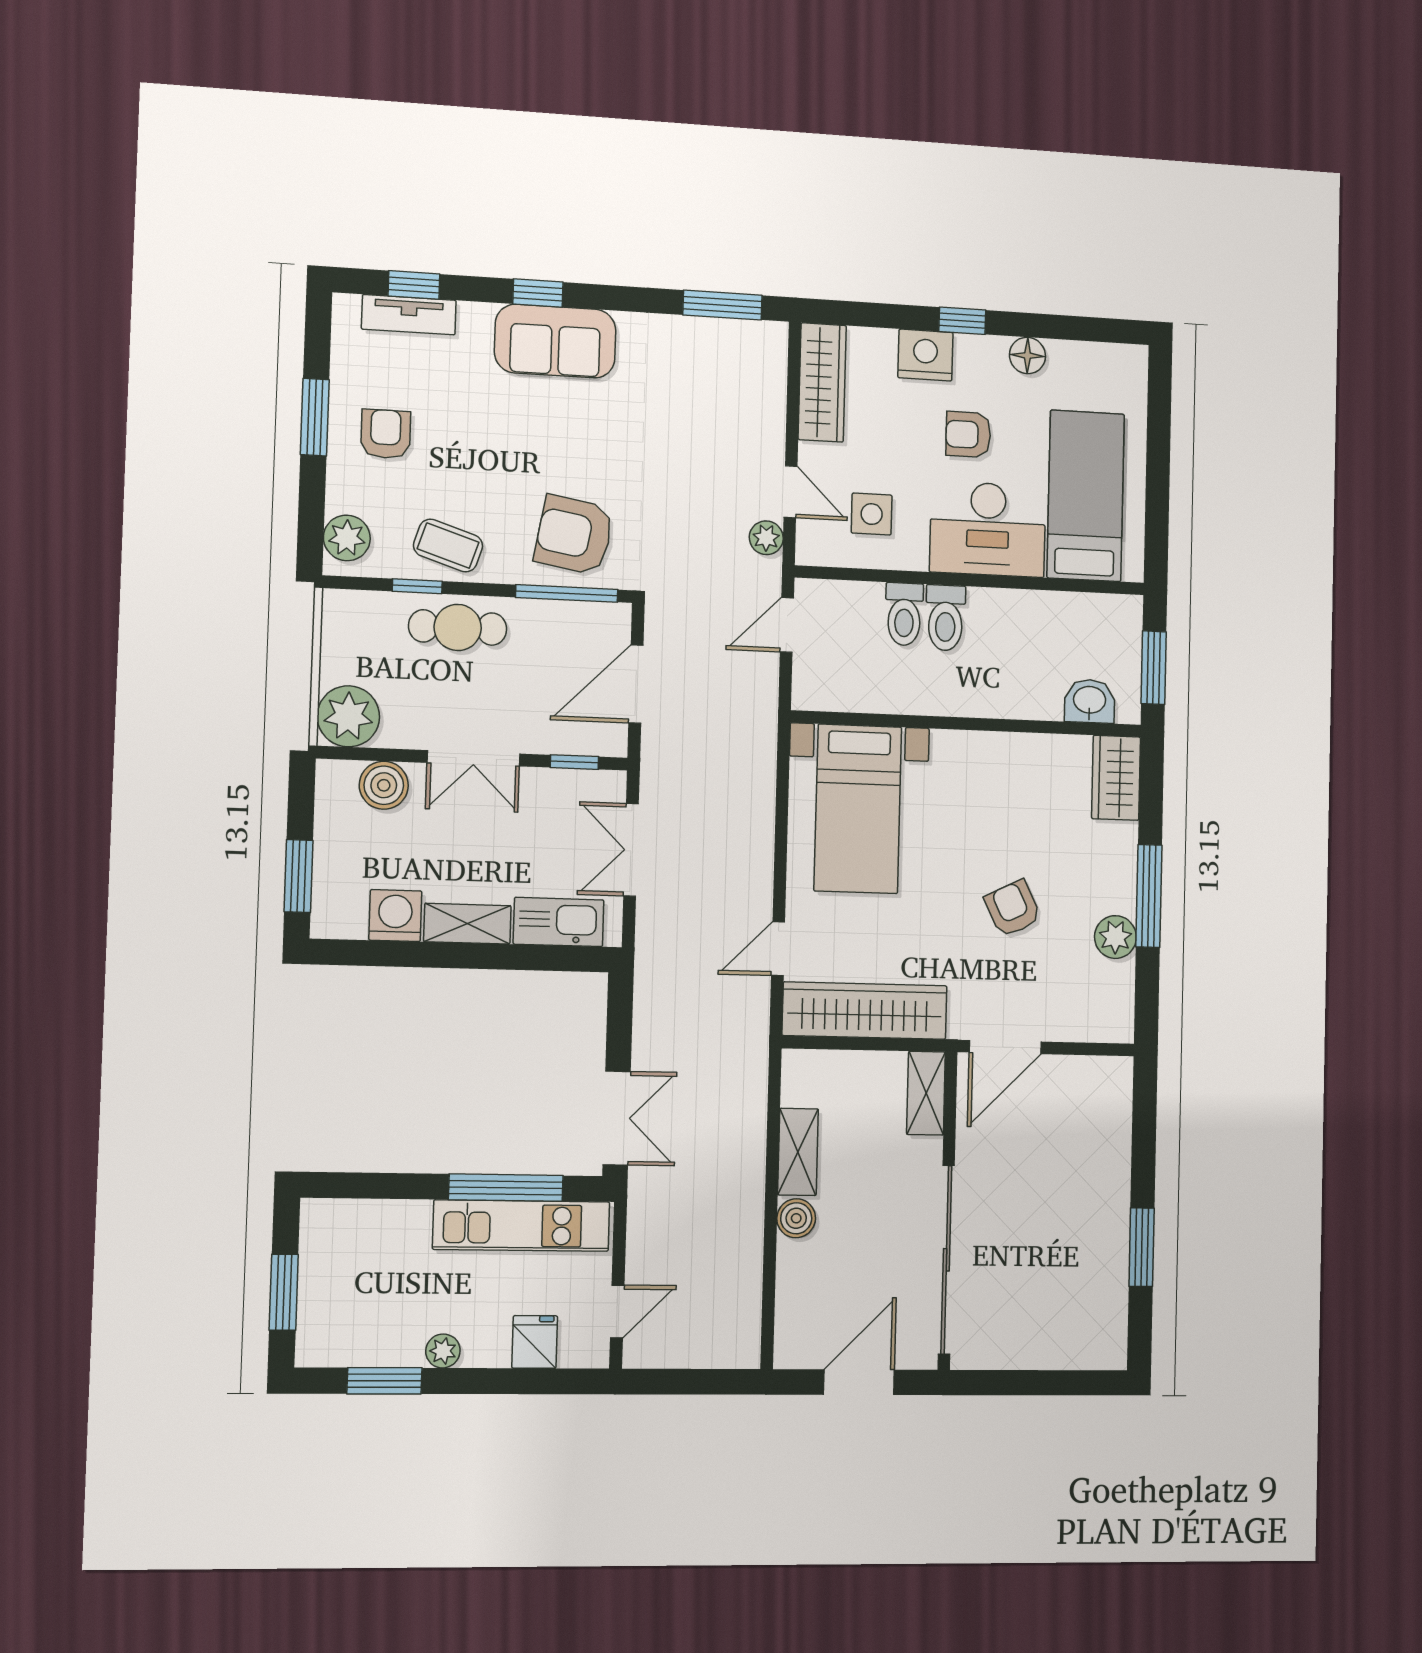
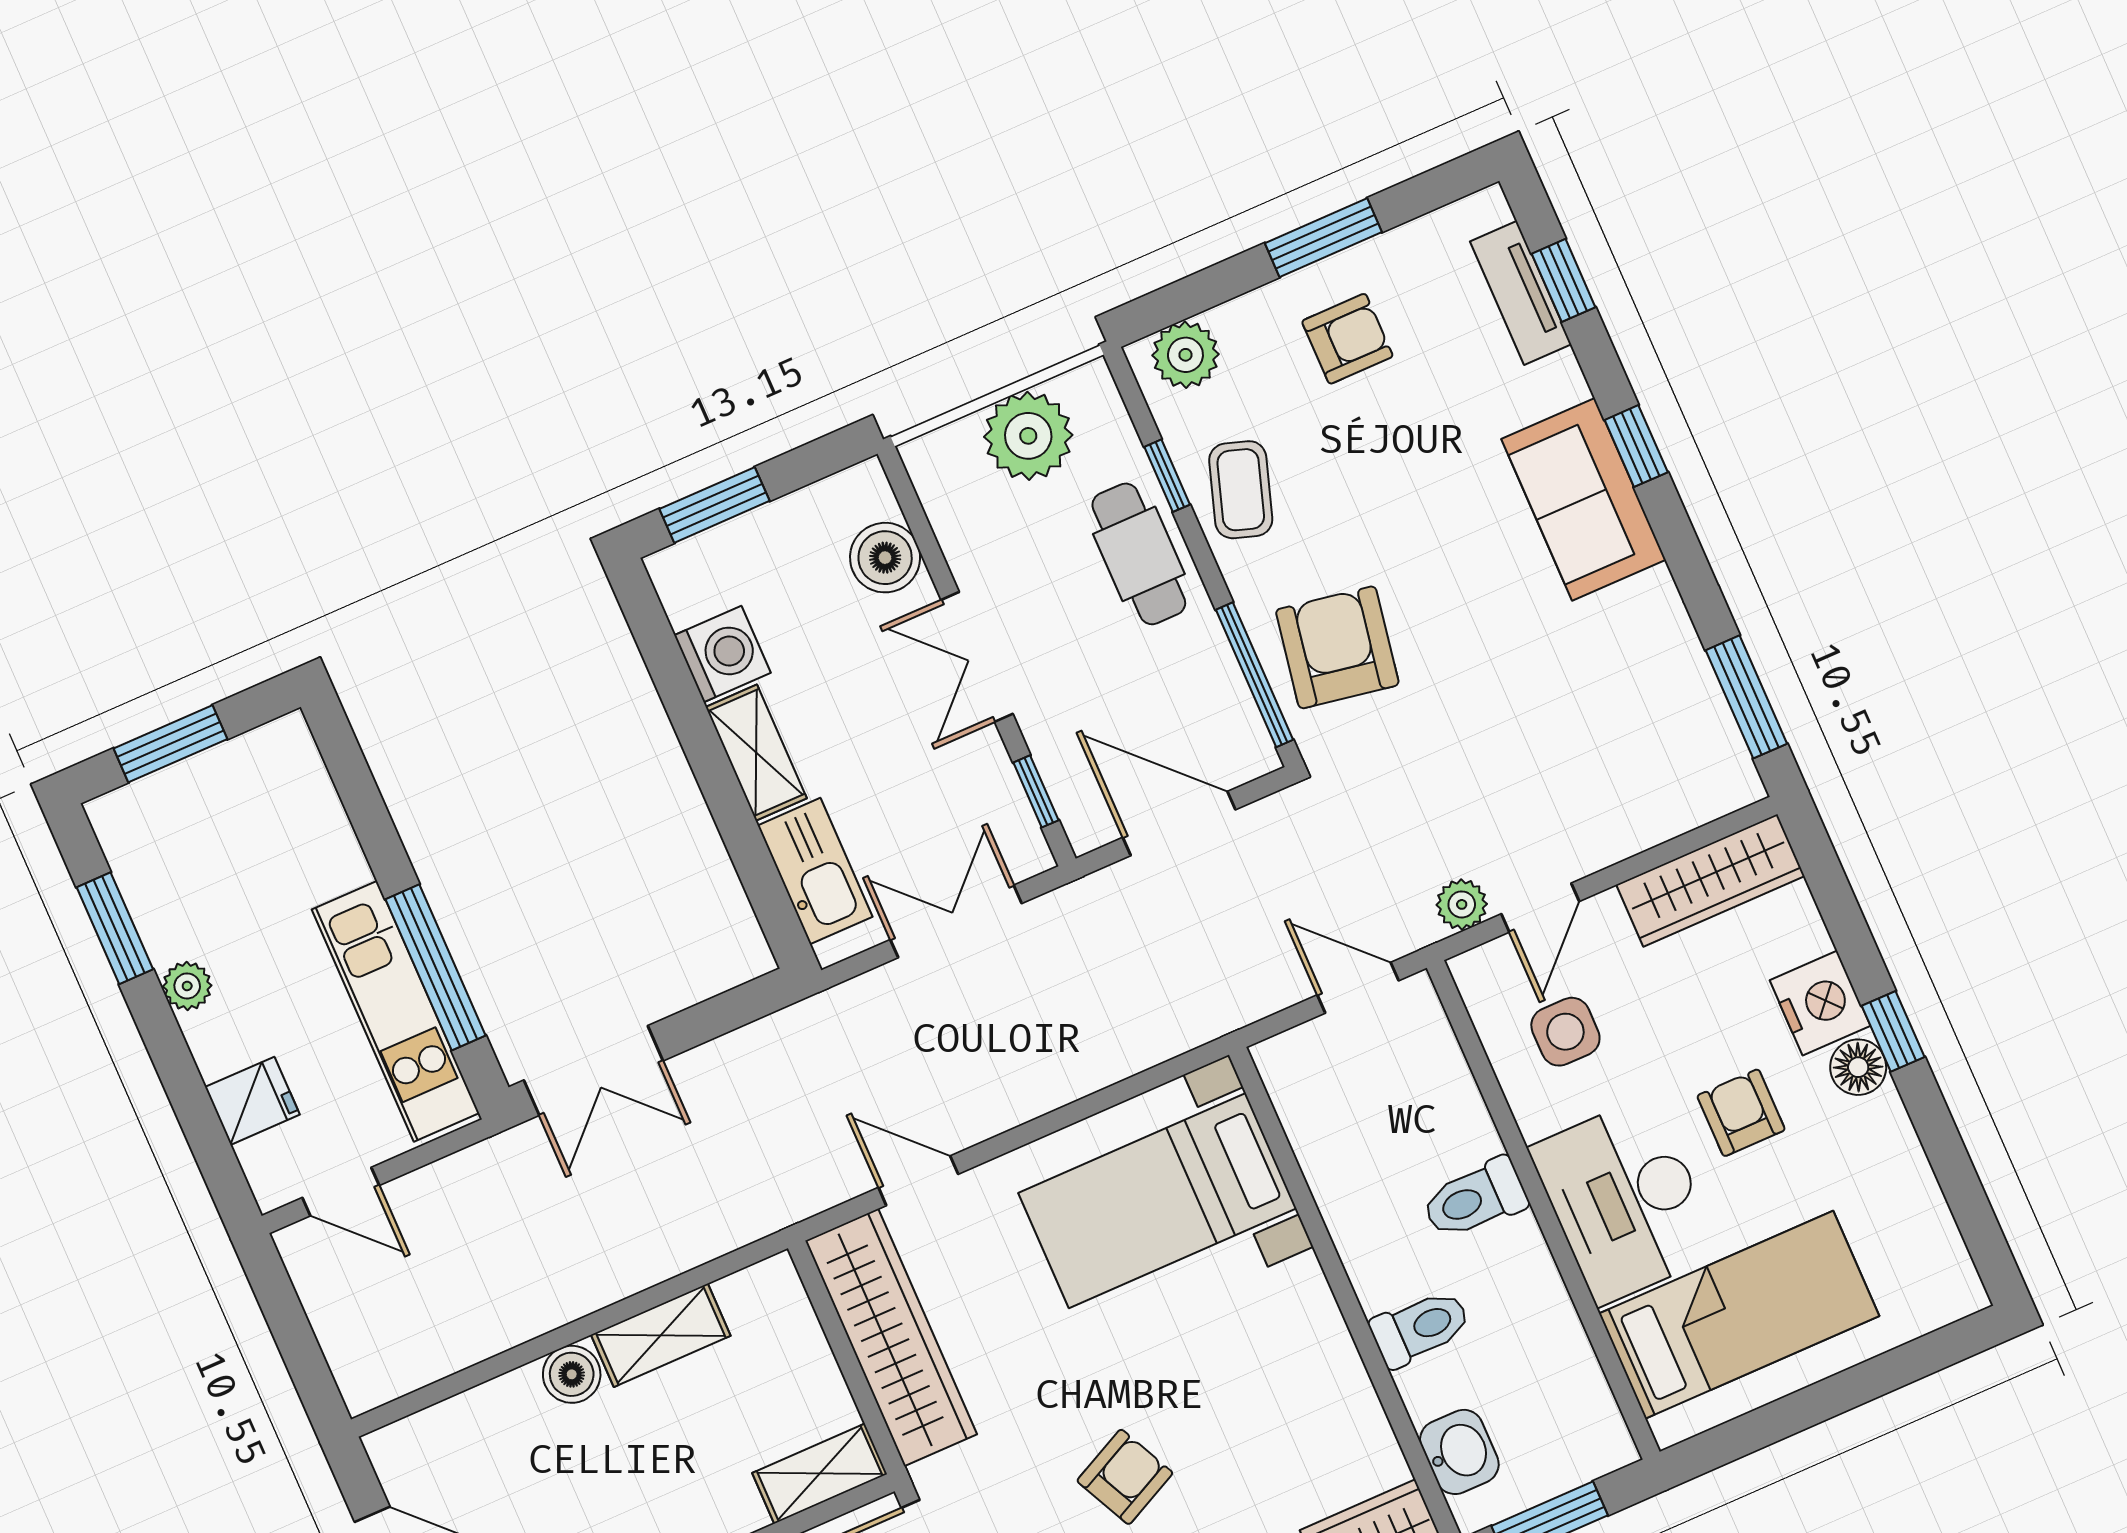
floor lamp: (1027, 355) -> (1858, 1067), moved
toilet: (904, 614) -> (1420, 1328), moved, turned 180
plant: (348, 716) -> (1028, 436), moved

